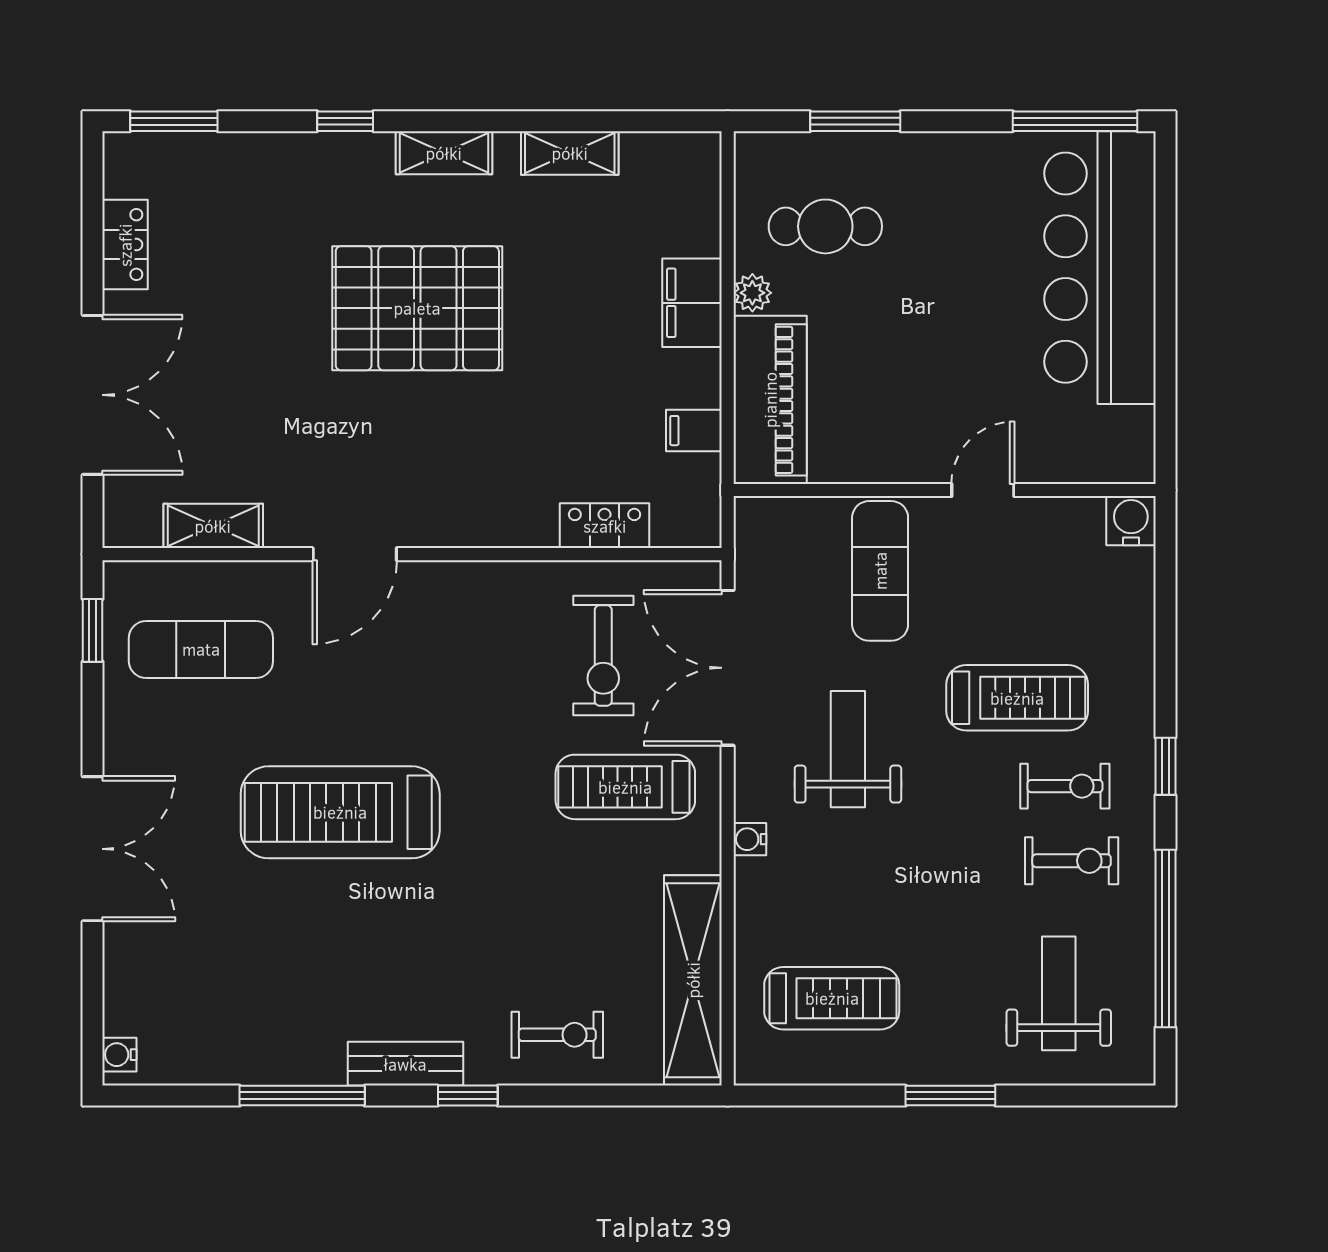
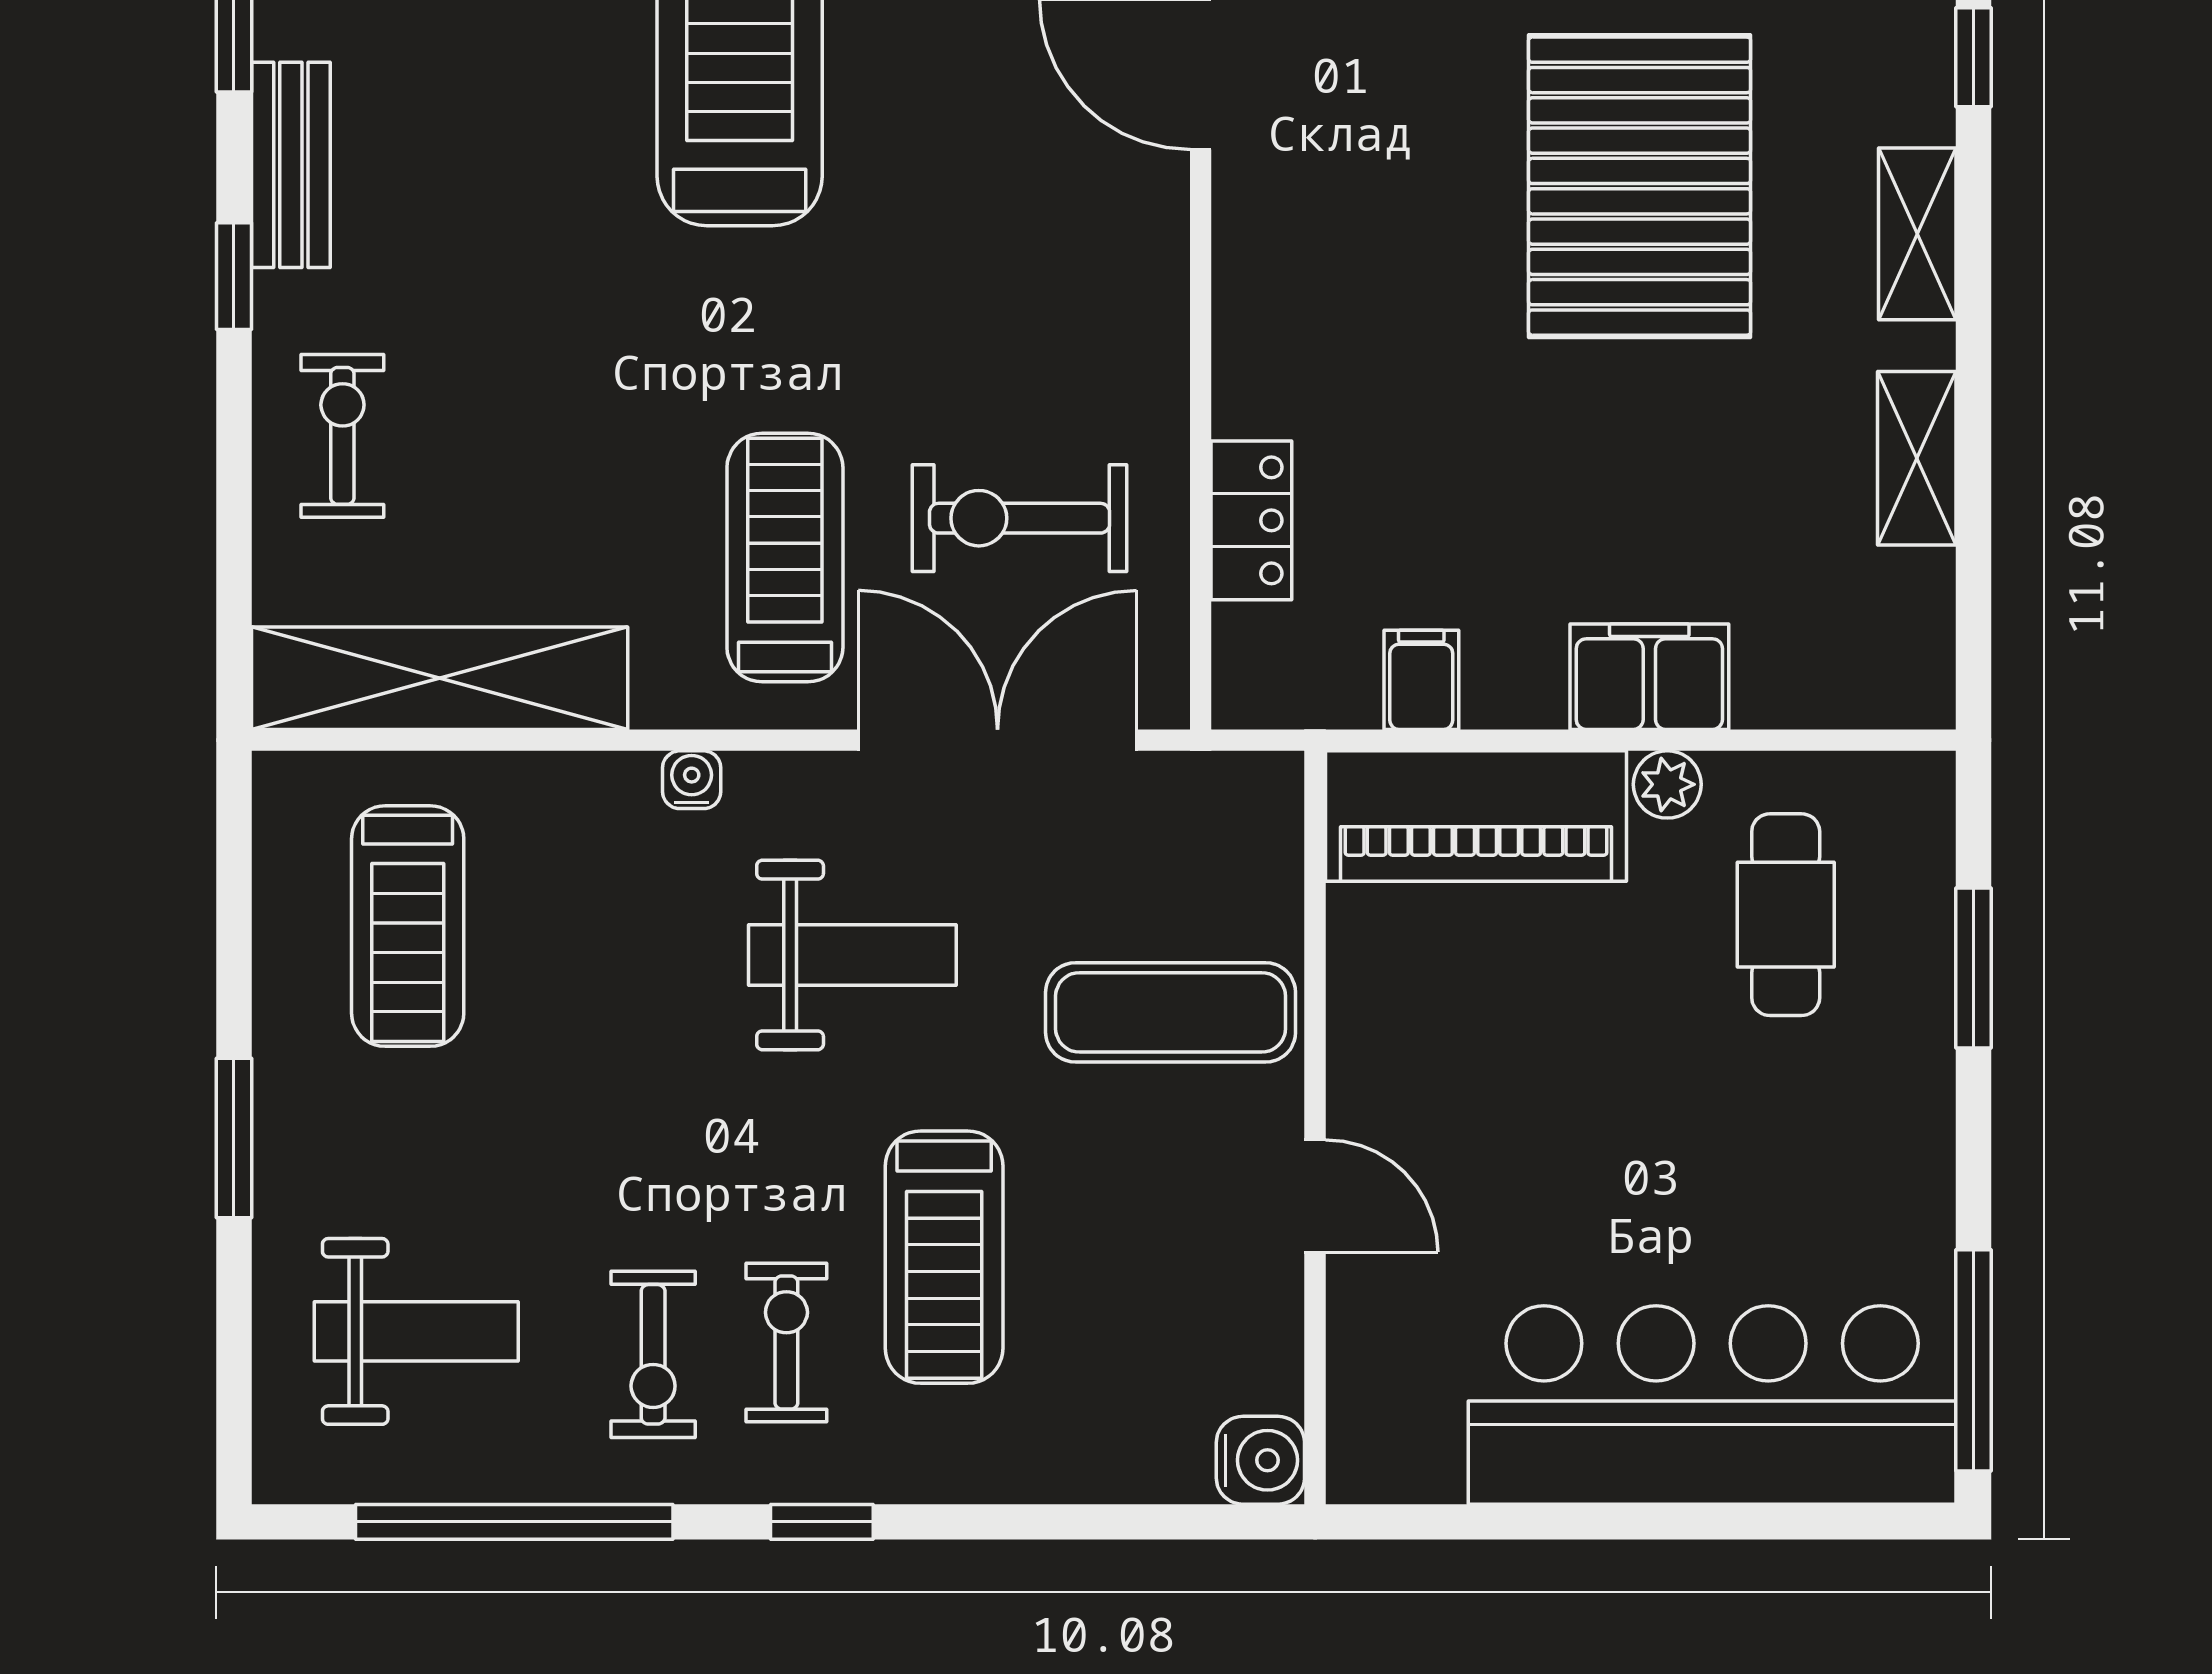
exercise bike: (1065, 786) -> (786, 1342), turned 180
exercise bike: (557, 1035) -> (342, 436), turned 180

